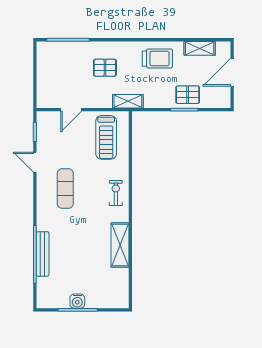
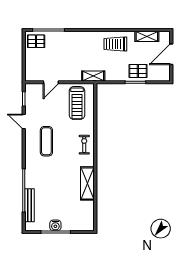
trolley: (157, 59) -> (115, 44), turned 180
pallet: (105, 68) -> (36, 41), moved
bench: (43, 254) -> (29, 205), moved

